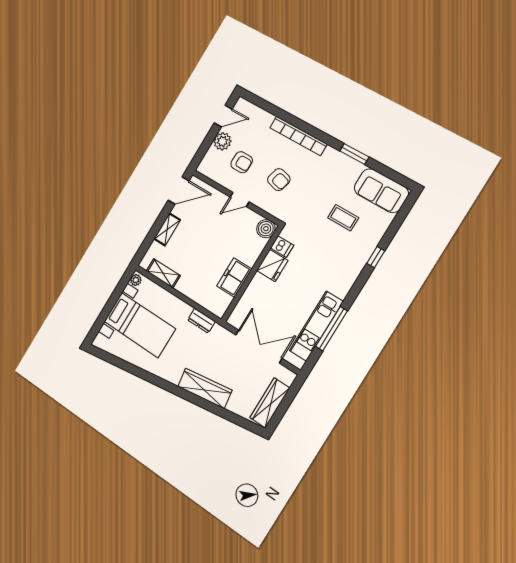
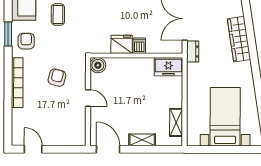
plant: (222, 141) -> (52, 138), removed
armchair: (242, 162) -> (26, 41), moved
dishwasher: (282, 247) -> (139, 46), moved
freezer: (234, 278) -> (168, 67), moved
plant: (136, 280) -> (194, 141), removed
dresser: (201, 321) -> (193, 52), moved

